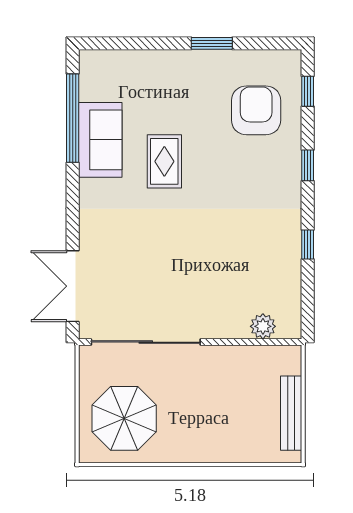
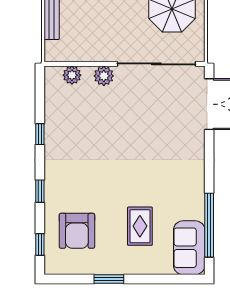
sofa: (100, 140) -> (189, 248), moved
rug: (164, 161) -> (140, 226), moved
plant: (219, 325) -> (104, 76), added

